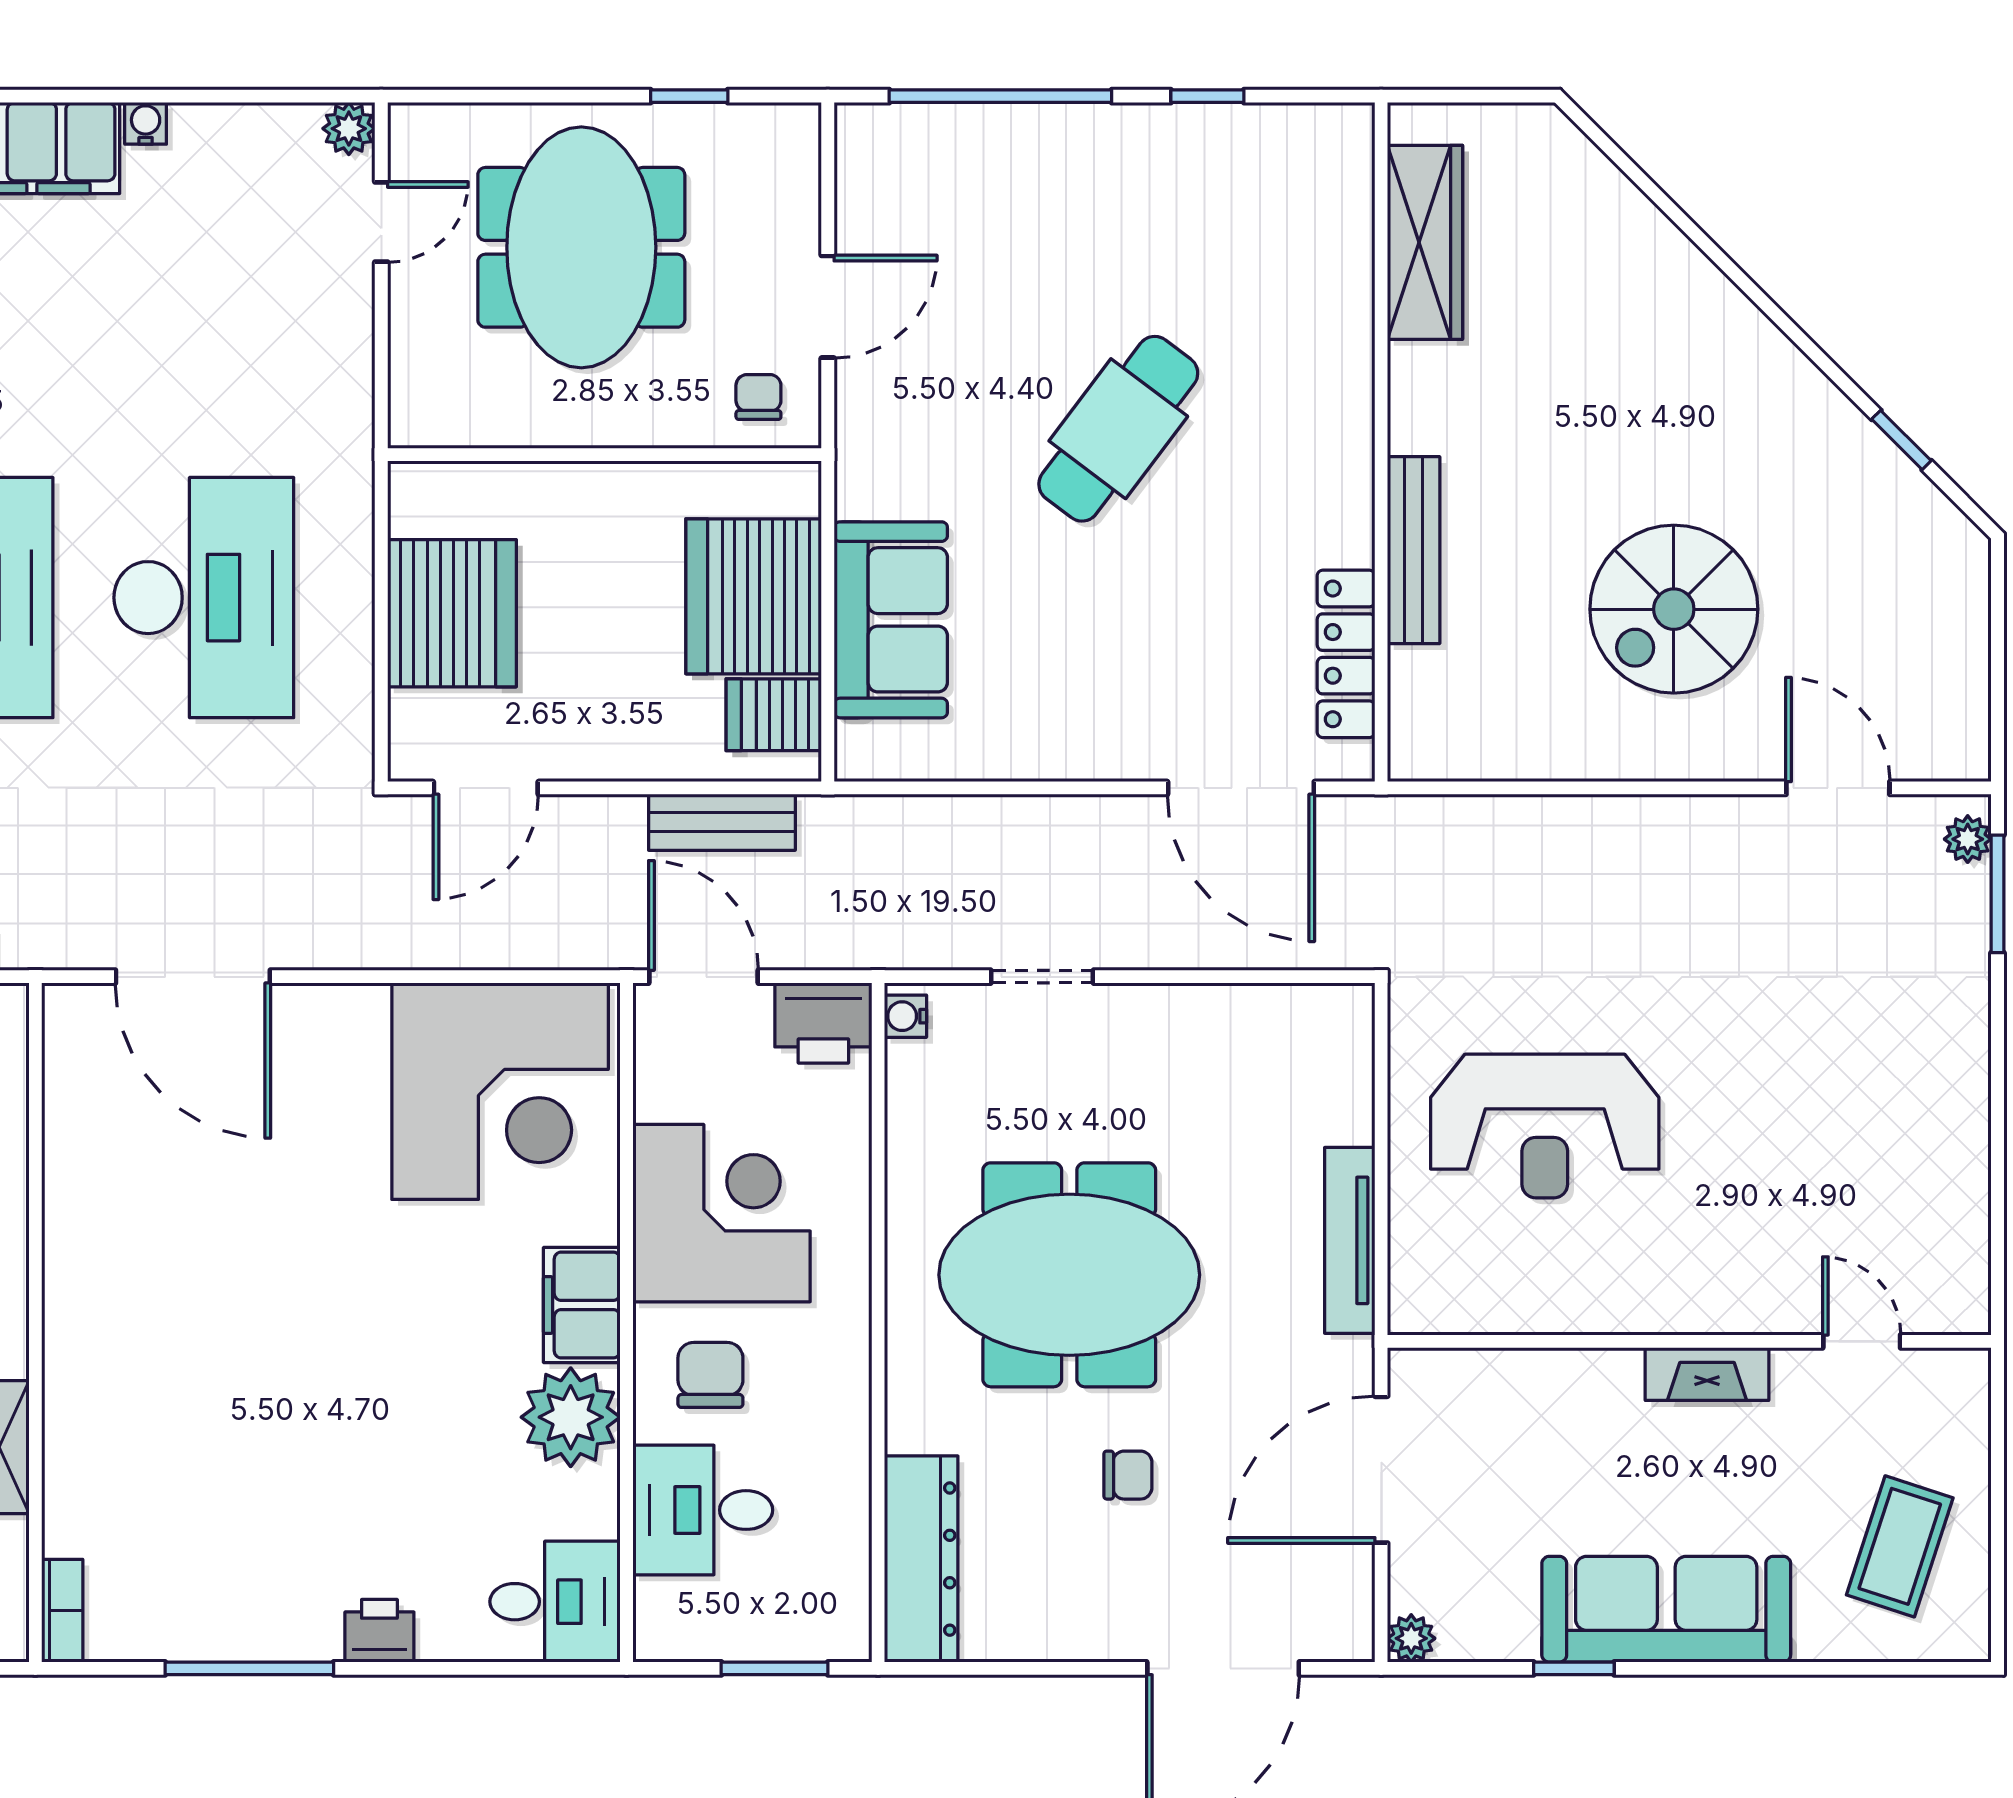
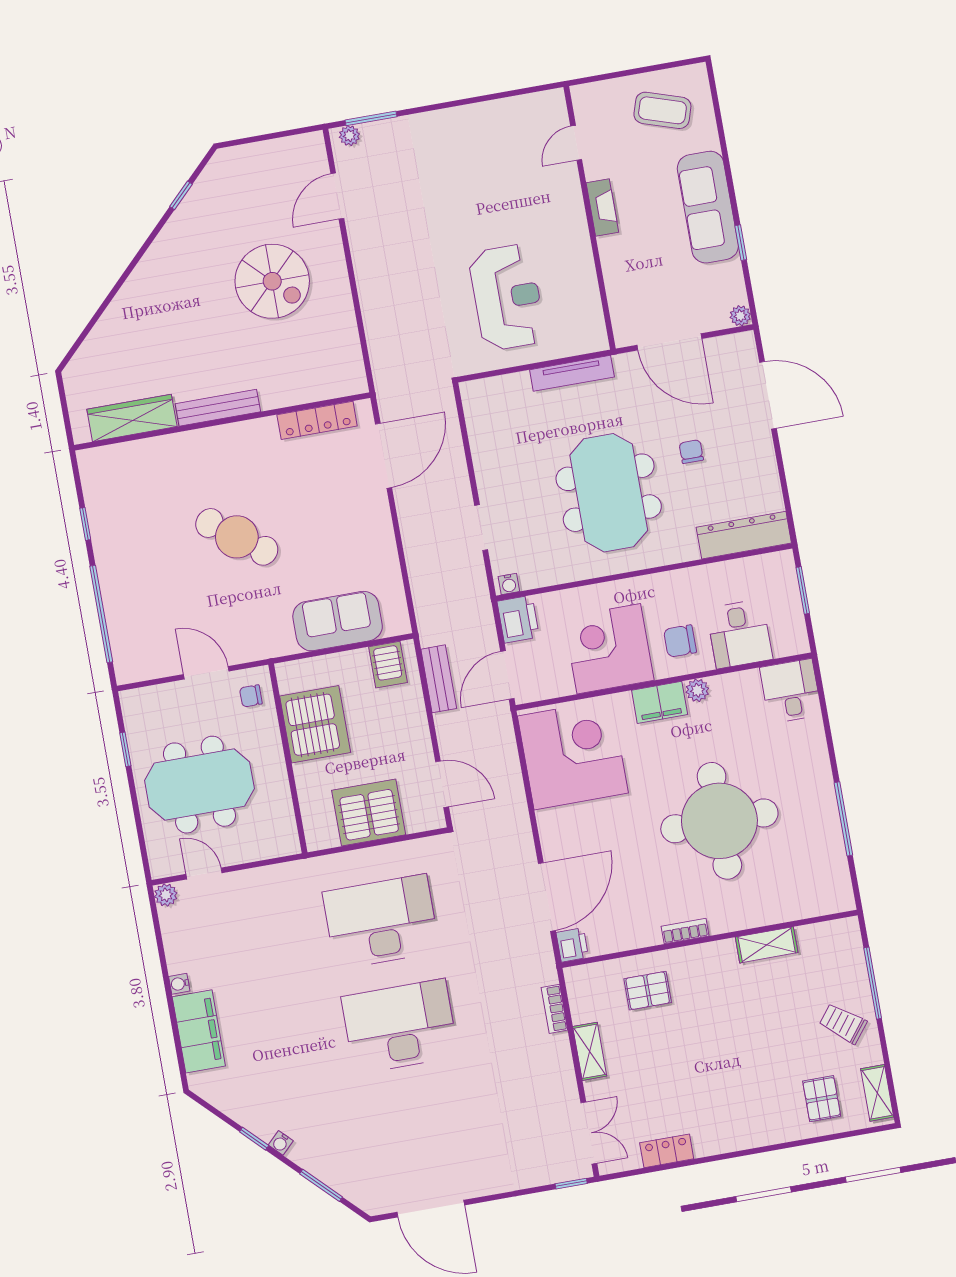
bench: (1414, 550) -> (218, 408), moved
server rack: (754, 596) -> (315, 724), moved, turned -90
round table: (294, 1391) -> (719, 821), added
plant: (571, 1417) -> (697, 690), width x0.53, depth x0.53
bookcase: (62, 1611) -> (685, 931), moved
printer: (379, 1631) -> (572, 945), moved, turned 180

